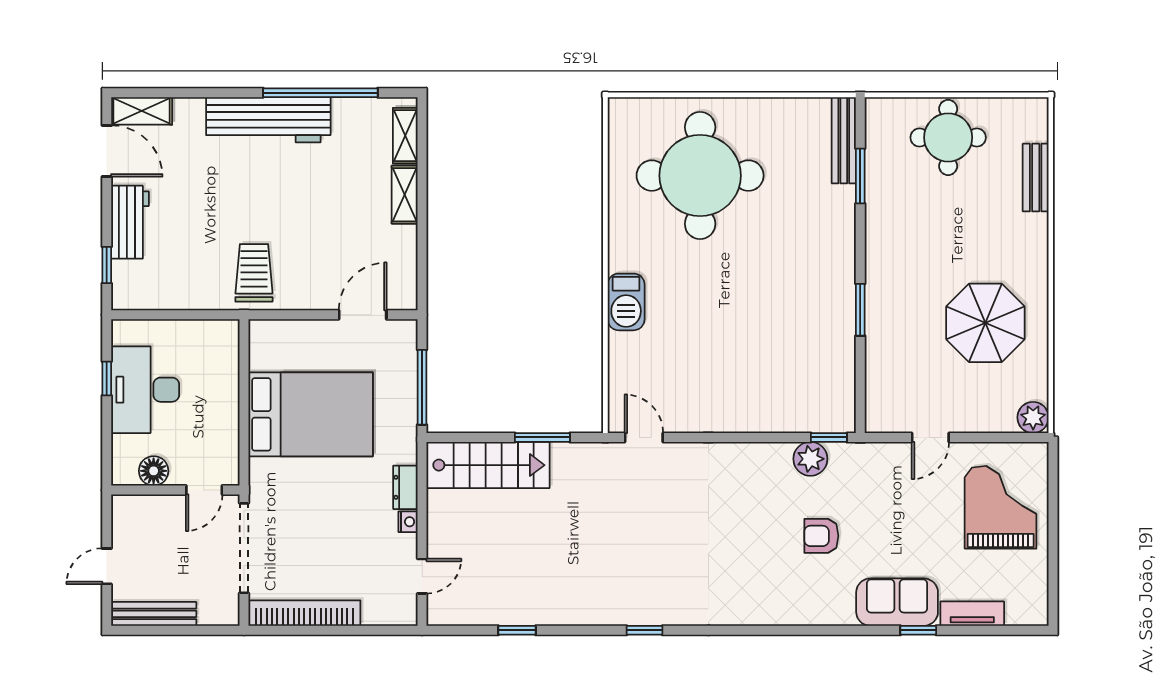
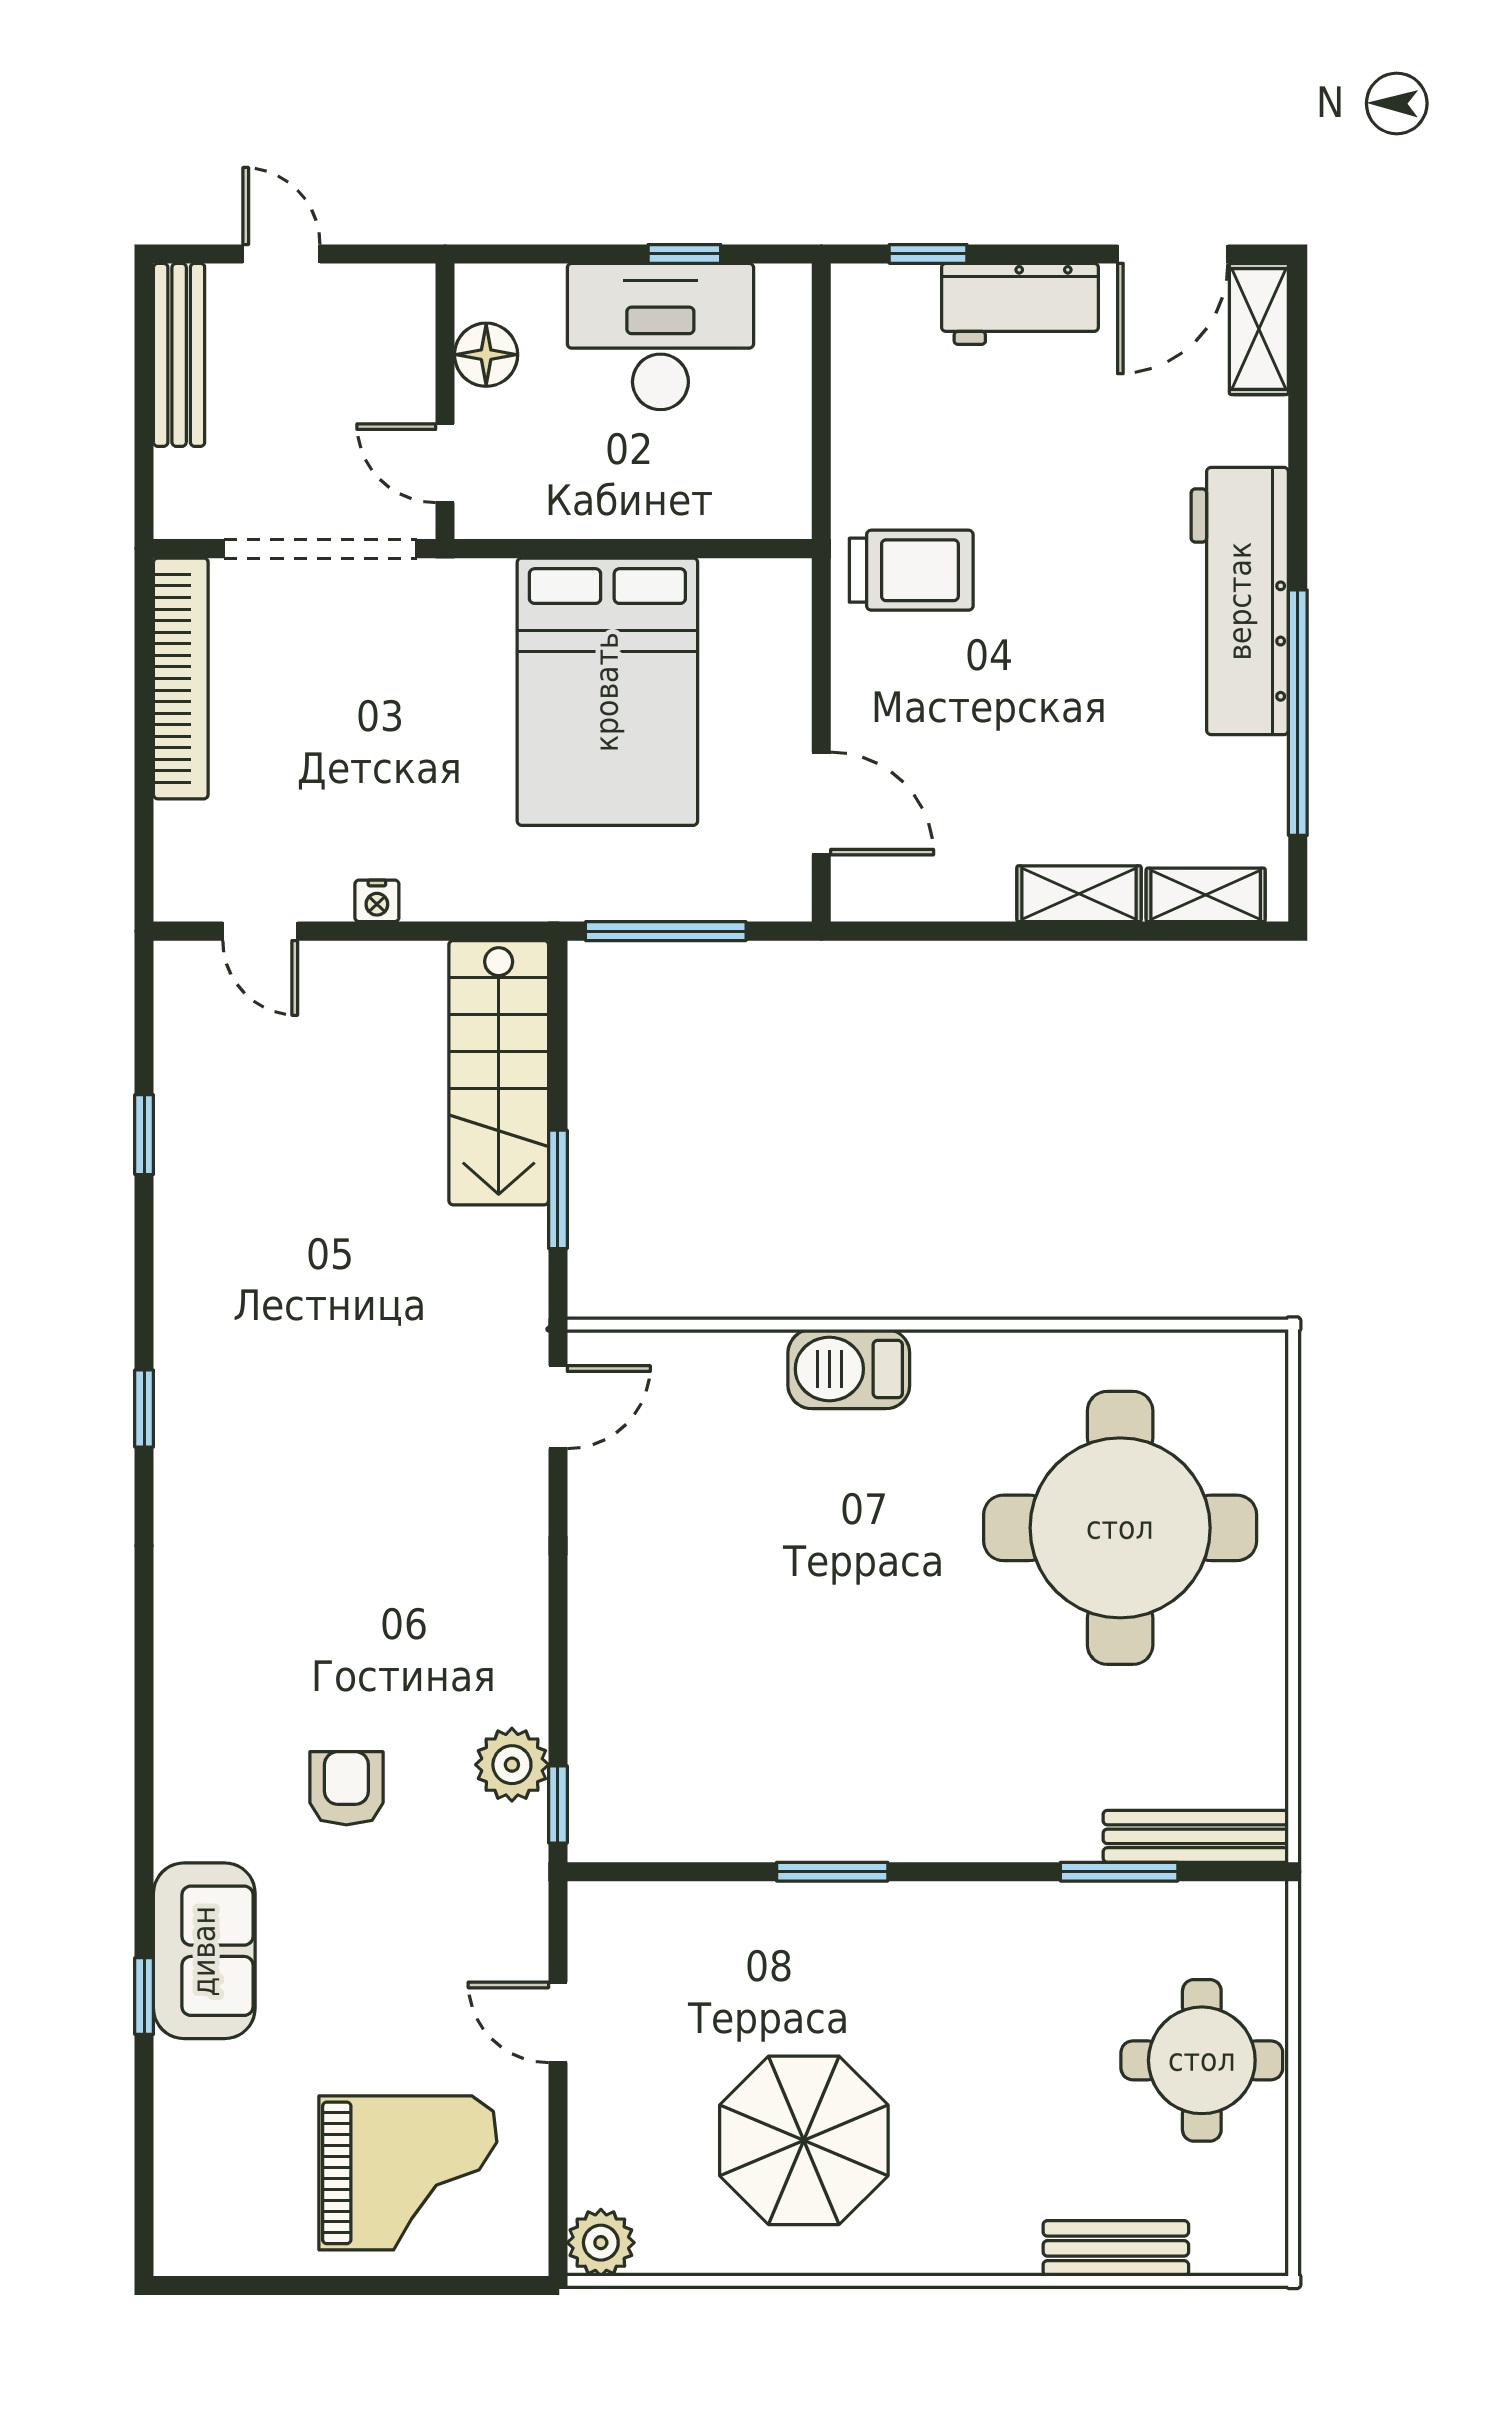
dresser: (405, 487) -> (451, 895), removed
tv unit: (972, 614) -> (180, 2112), removed

